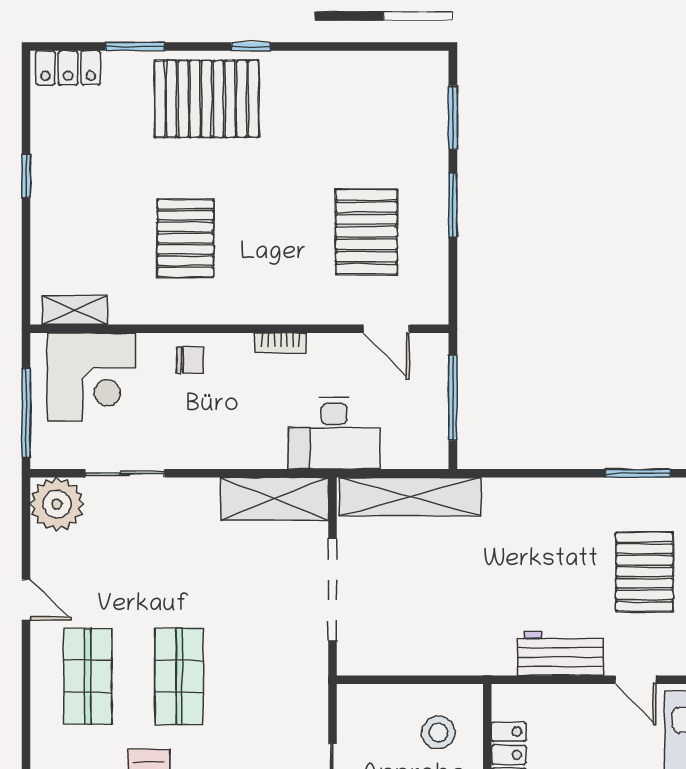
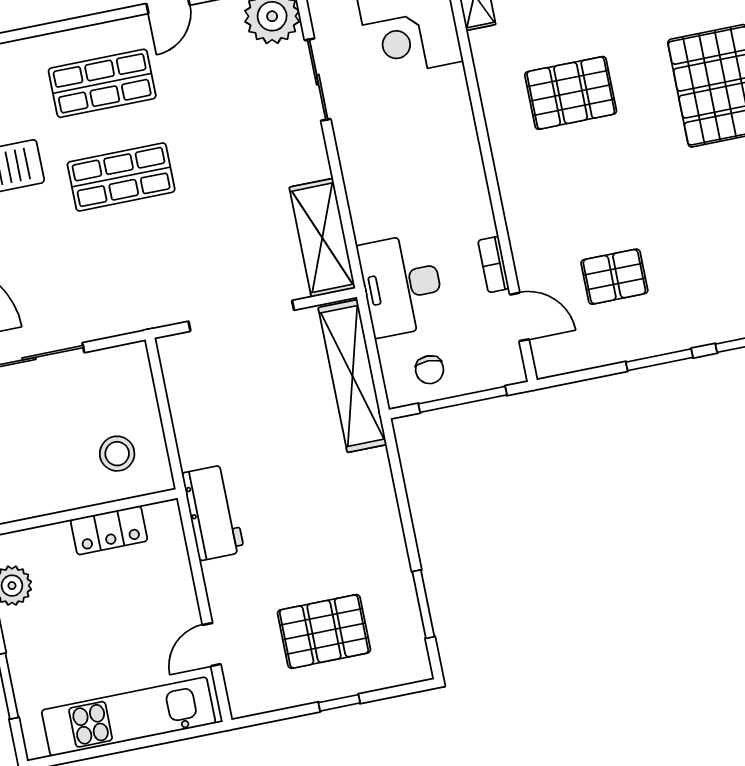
pallet: (366, 232) -> (614, 277), width x0.67, depth x0.71
door: (386, 329) -> (519, 317), swing flipped
bookcase: (281, 343) -> (494, 264), moved
chair: (190, 360) -> (430, 370), moved
workbench: (560, 653) -> (213, 512), moved

